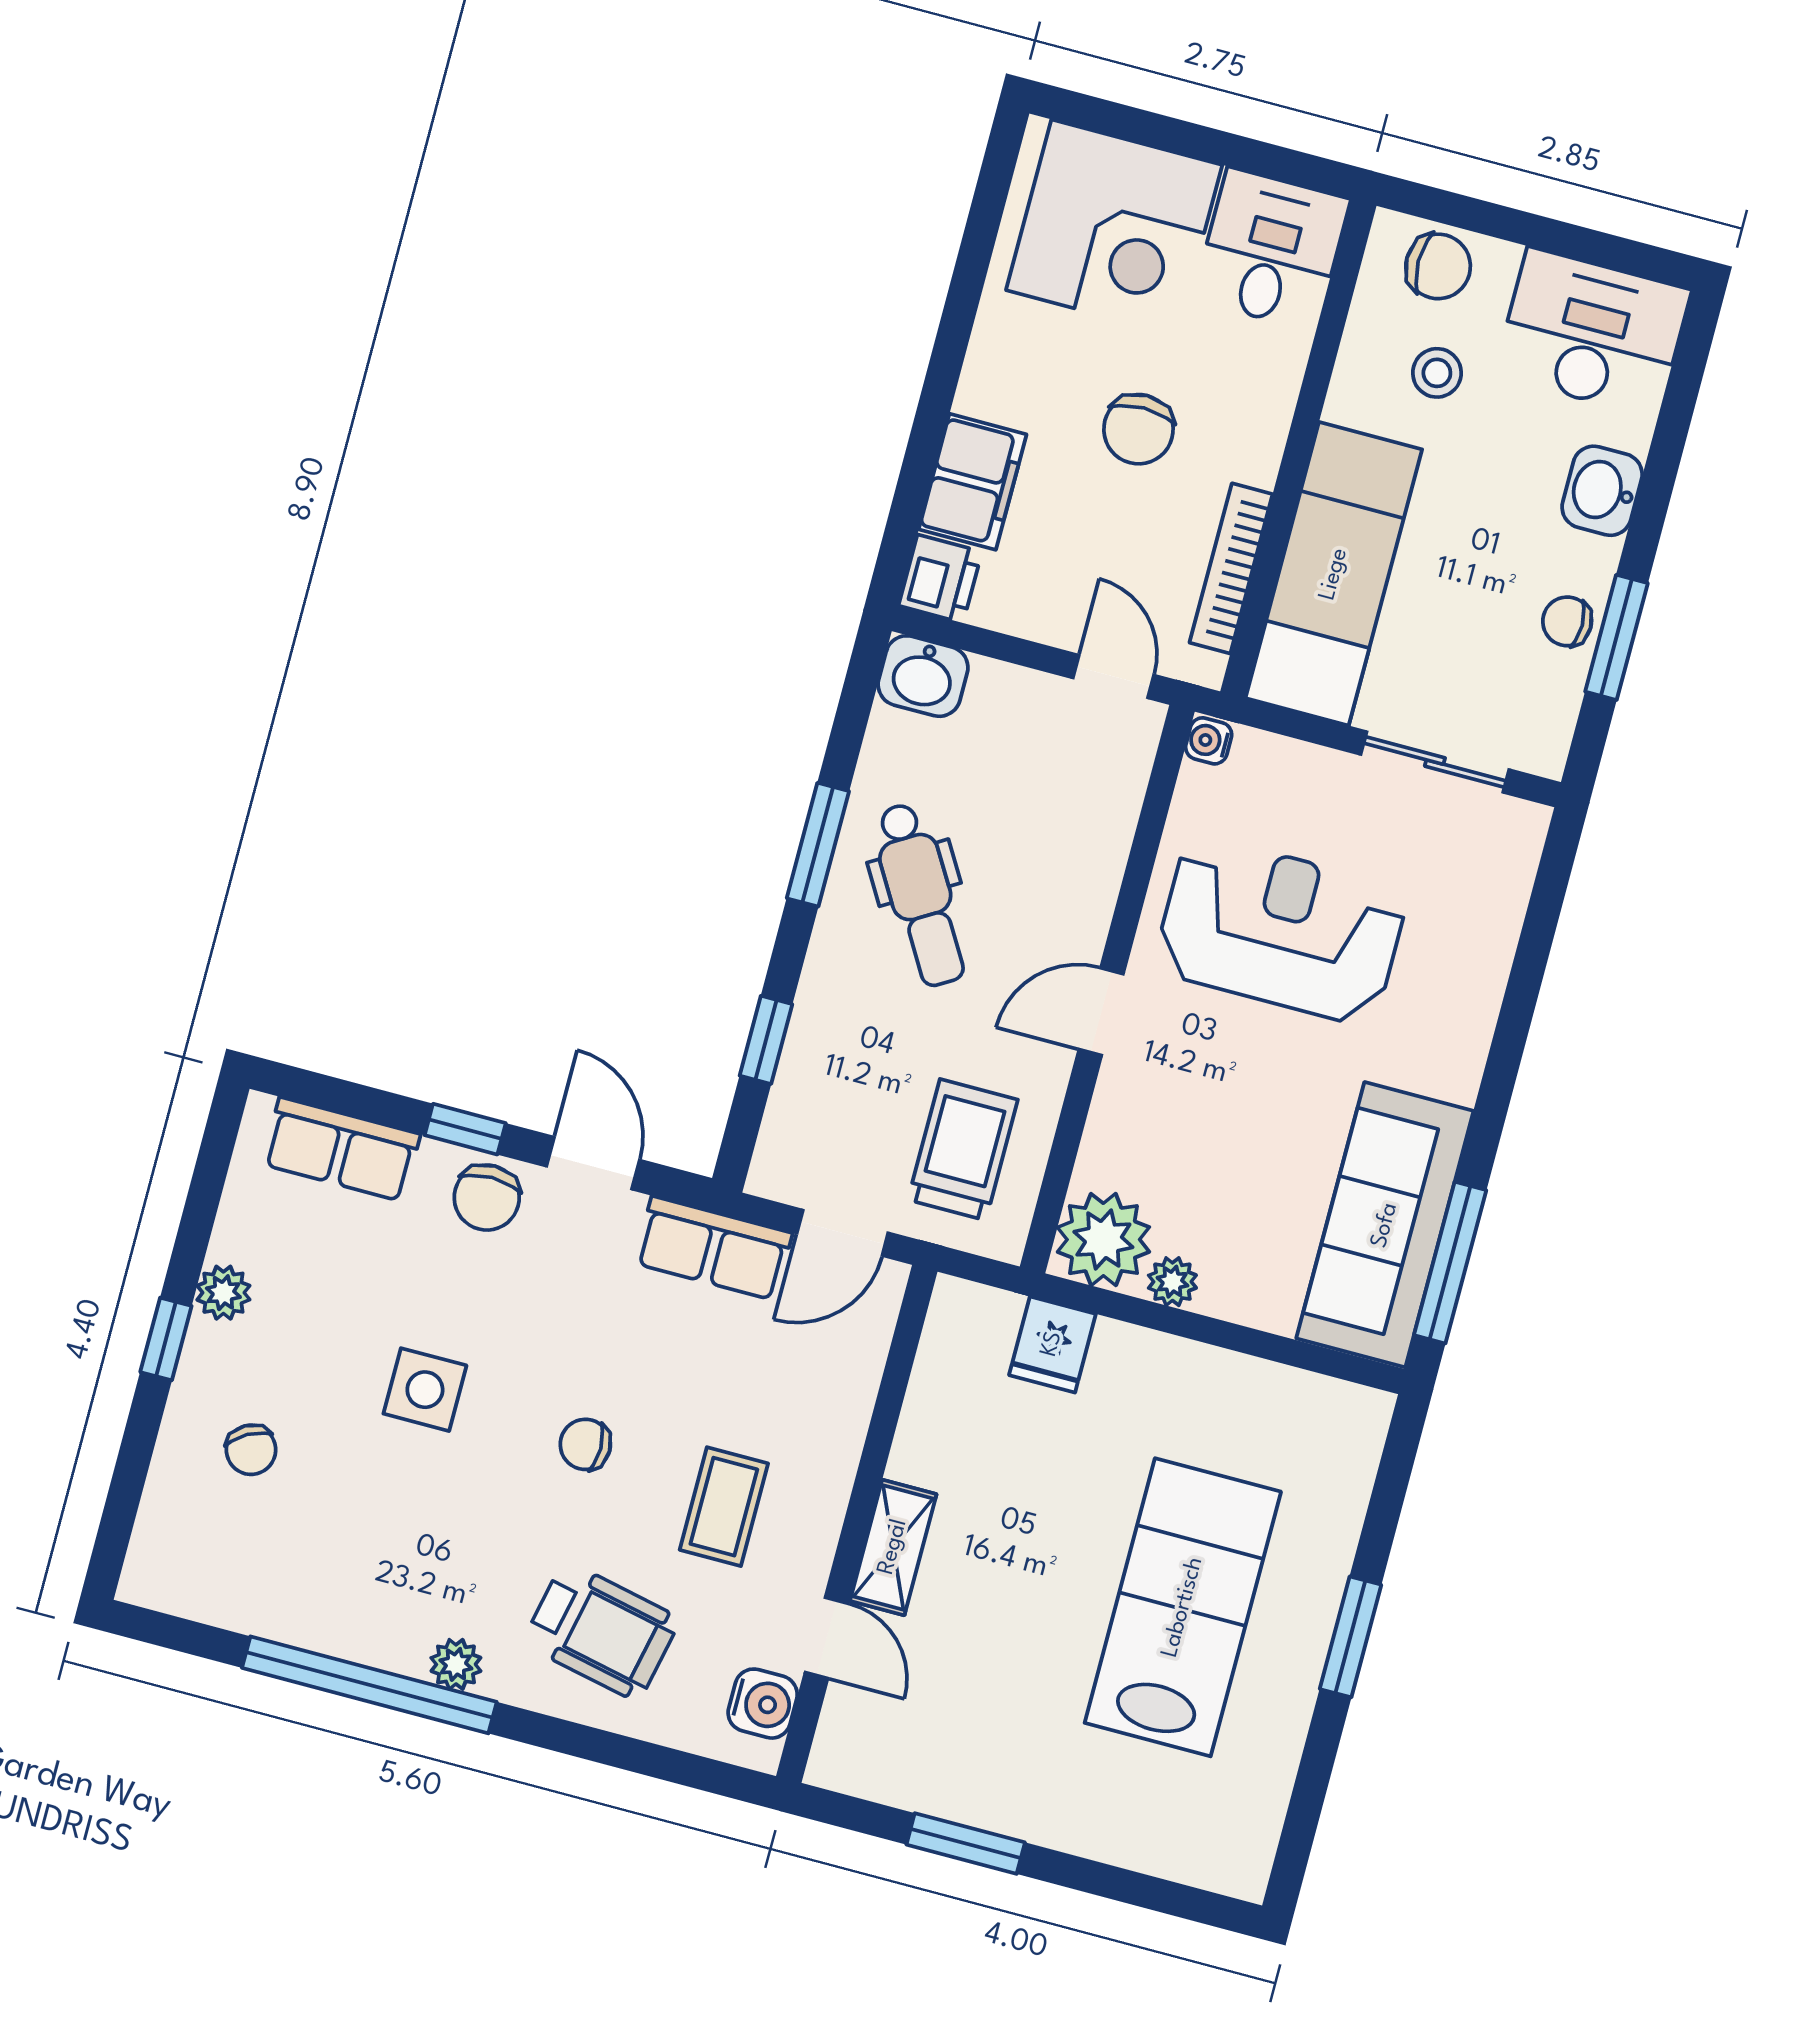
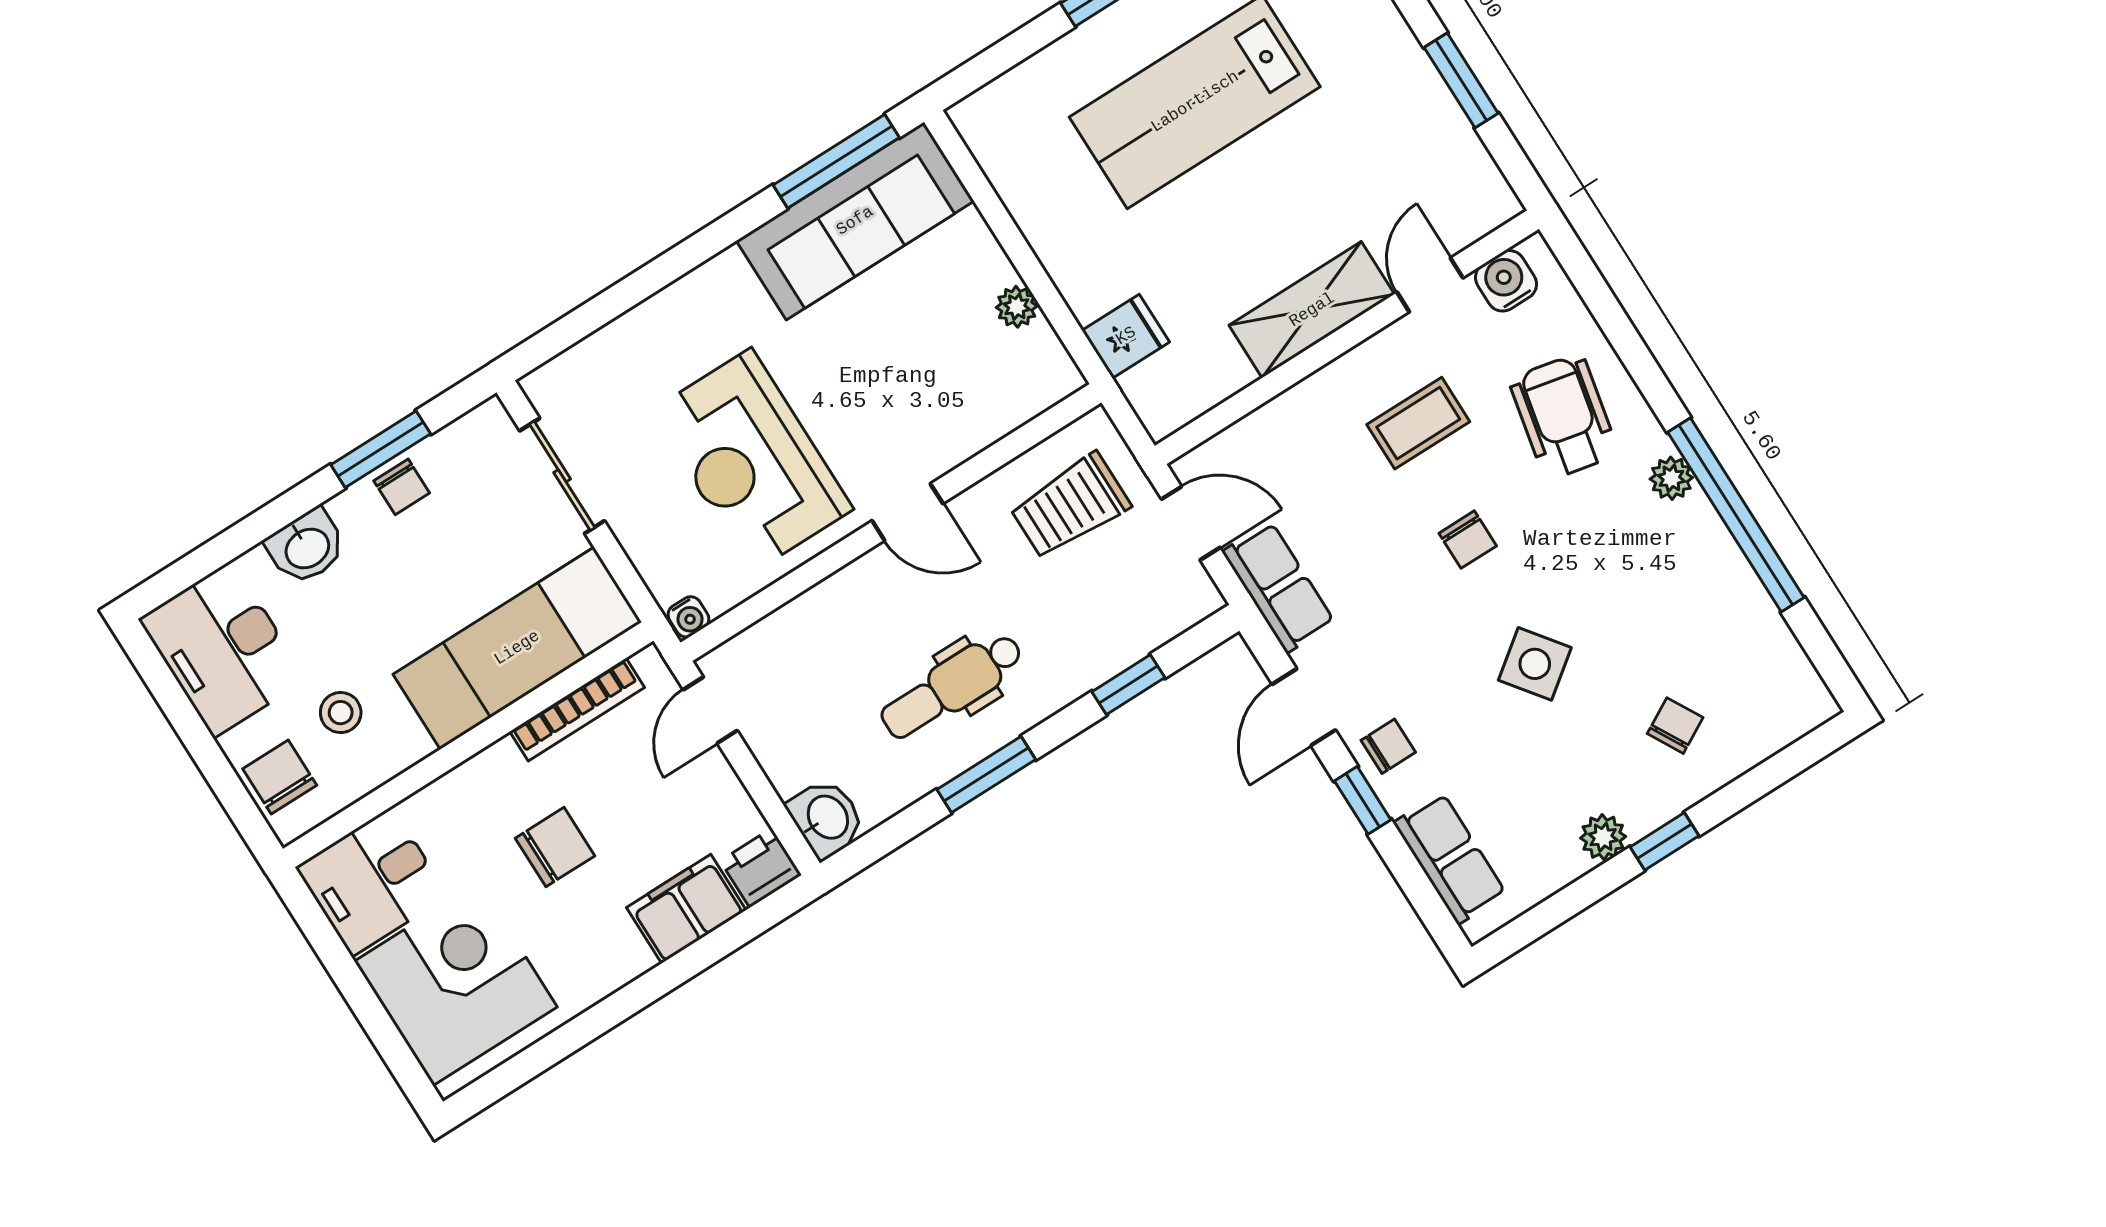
dental chair: (920, 895) -> (952, 686), turned -149
chair: (487, 1198) -> (1388, 746), width x0.73, depth x0.73
plant: (1103, 1240) -> (1035, 372), removed
side table: (425, 1390) -> (1535, 664), turned -37
shelving: (893, 1547) -> (1312, 310), width x1.50, depth x1.33

